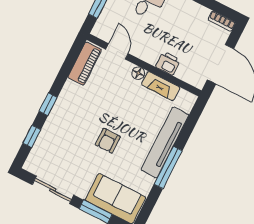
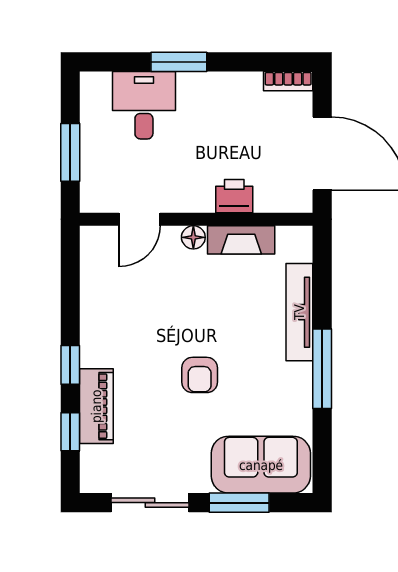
door: (117, 51) -> (140, 219), swing flipped
piano: (85, 64) -> (96, 406), moved
tv unit: (165, 142) -> (299, 312), width x0.73, depth x0.78

